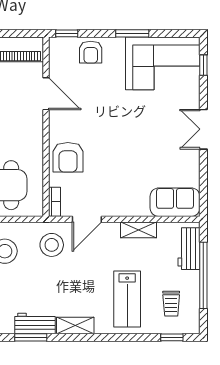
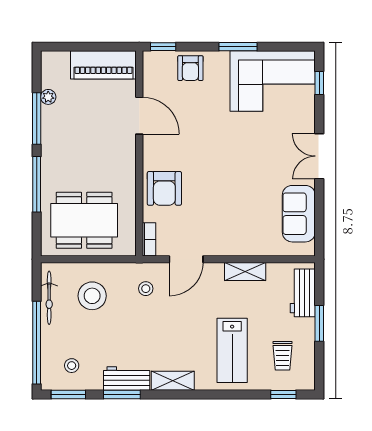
sofa: (175, 202) -> (299, 214), moved, turned -90
stool: (52, 245) -> (146, 289), width x0.53, depth x0.53
window: (203, 275) -> (319, 323), width x0.47

